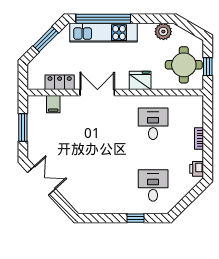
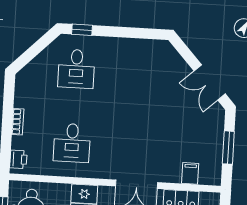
printer: (197, 169) -> (18, 159), moved
window: (135, 218) -> (82, 30), moved

